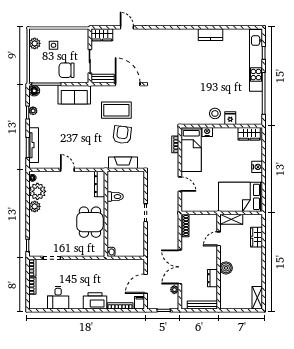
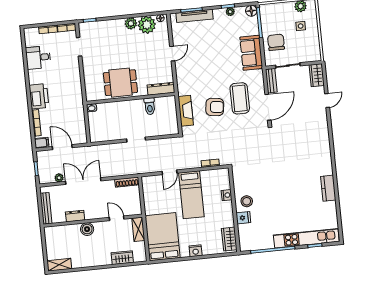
bed: (191, 149) -> (191, 195), moved, turned -90

